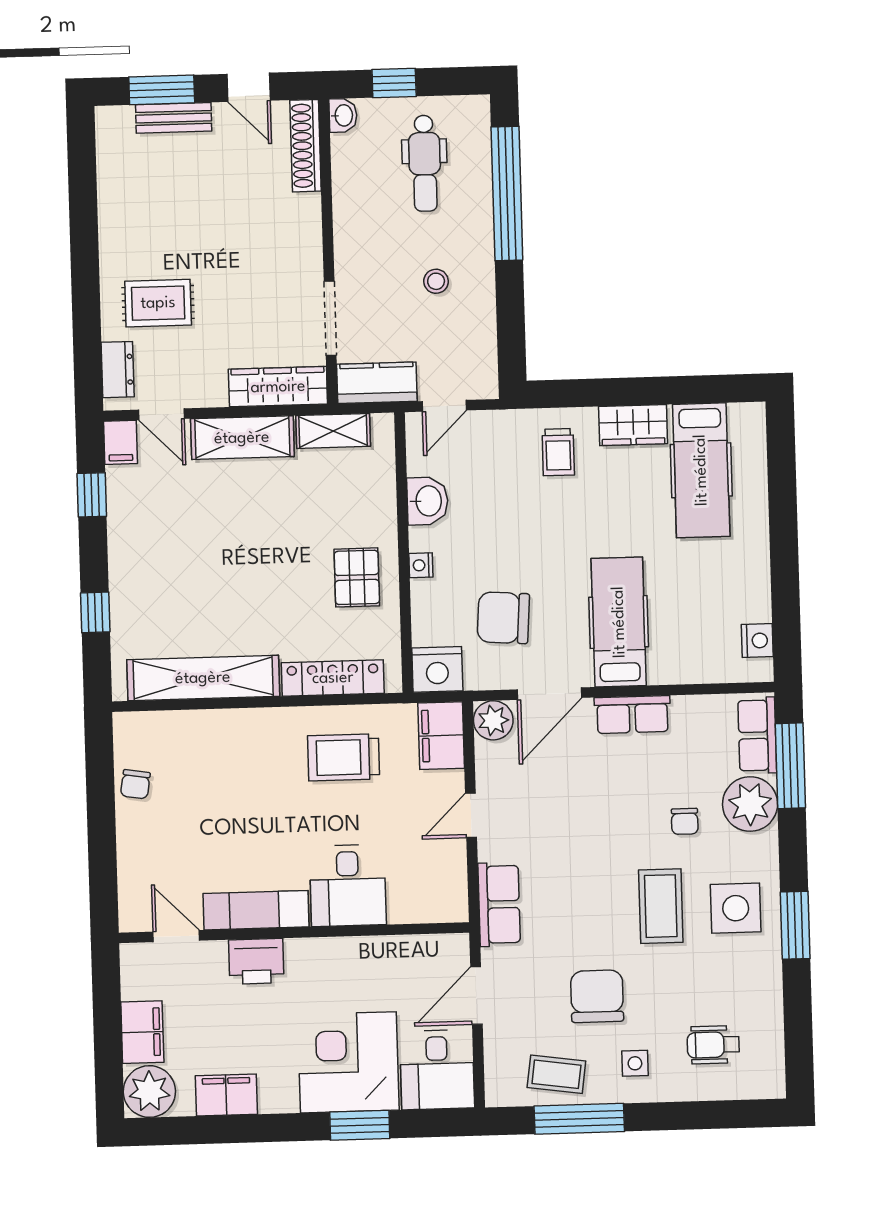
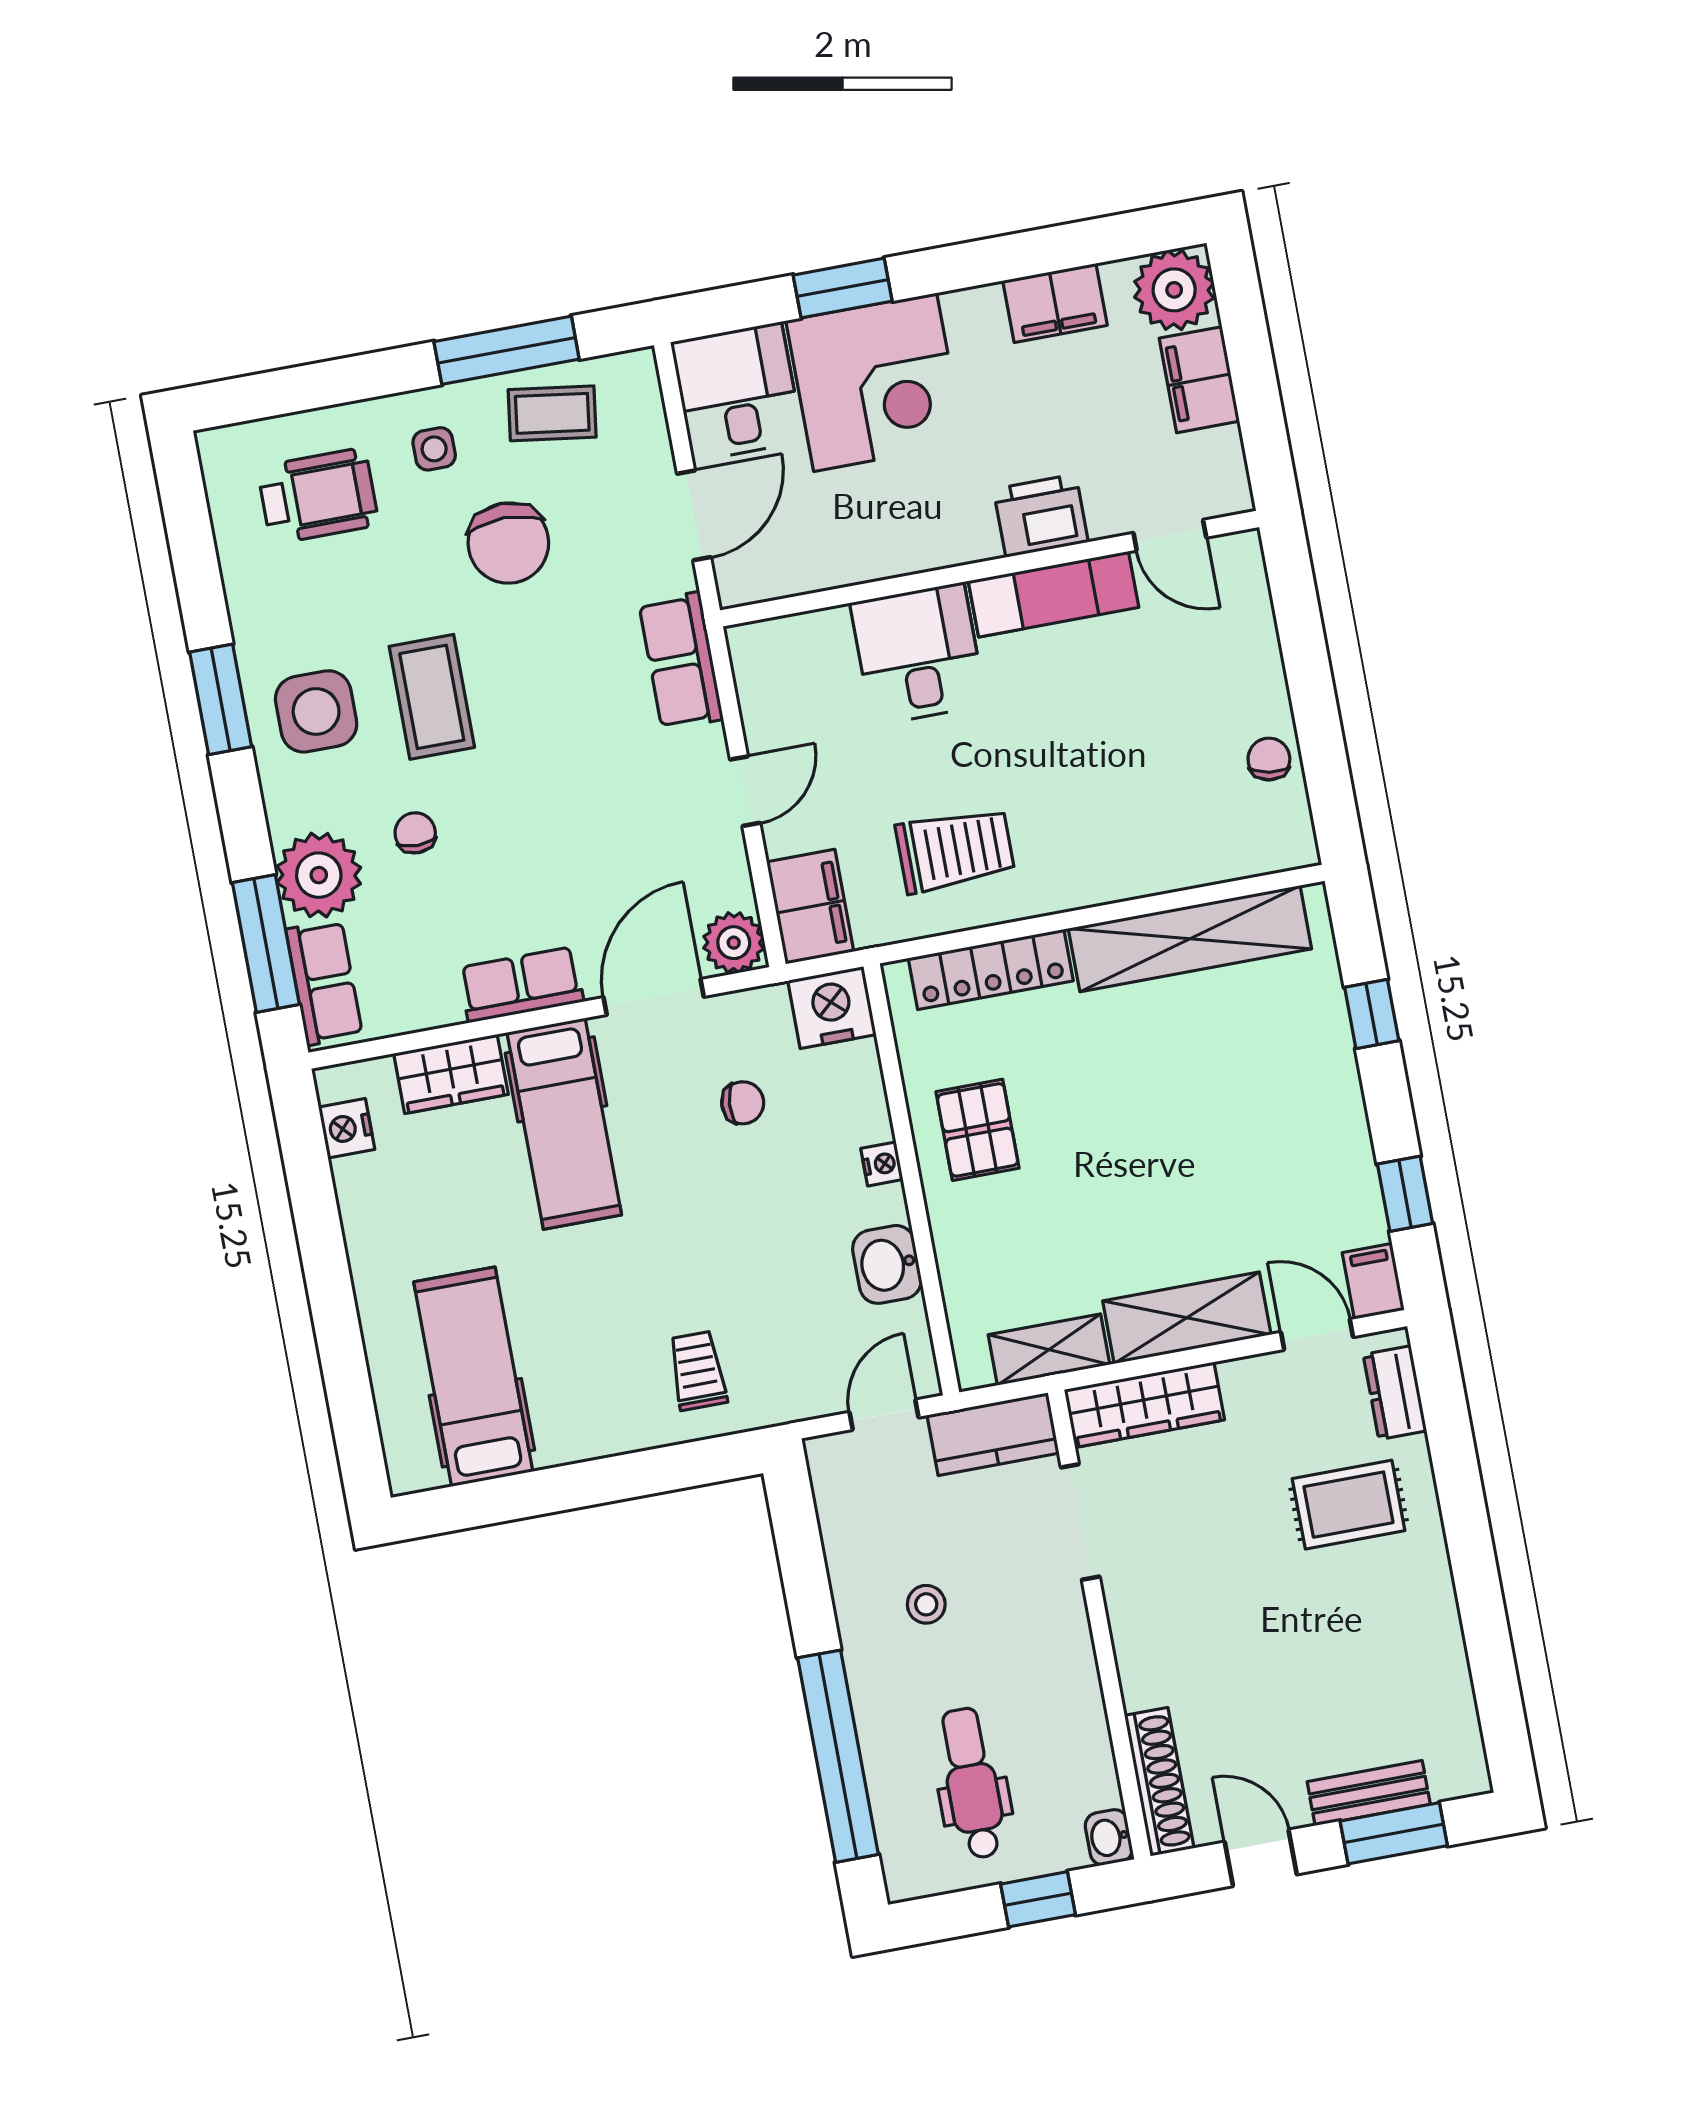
wardrobe: (633, 425) -> (451, 1074), moved, turned 180
chair: (503, 618) -> (743, 1103), width x0.54, depth x0.54
wheelchair: (713, 1045) -> (318, 496), width x1.36, depth x1.37

